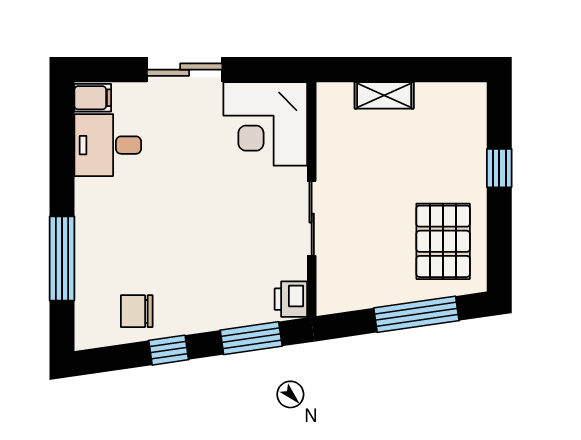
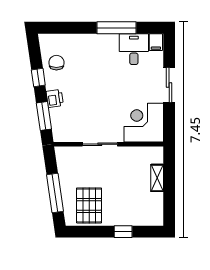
pallet: (443, 241) -> (89, 205), turned 90
window: (62, 258) -> (116, 28), moved
printer: (291, 299) -> (55, 98), moved, turned 82

